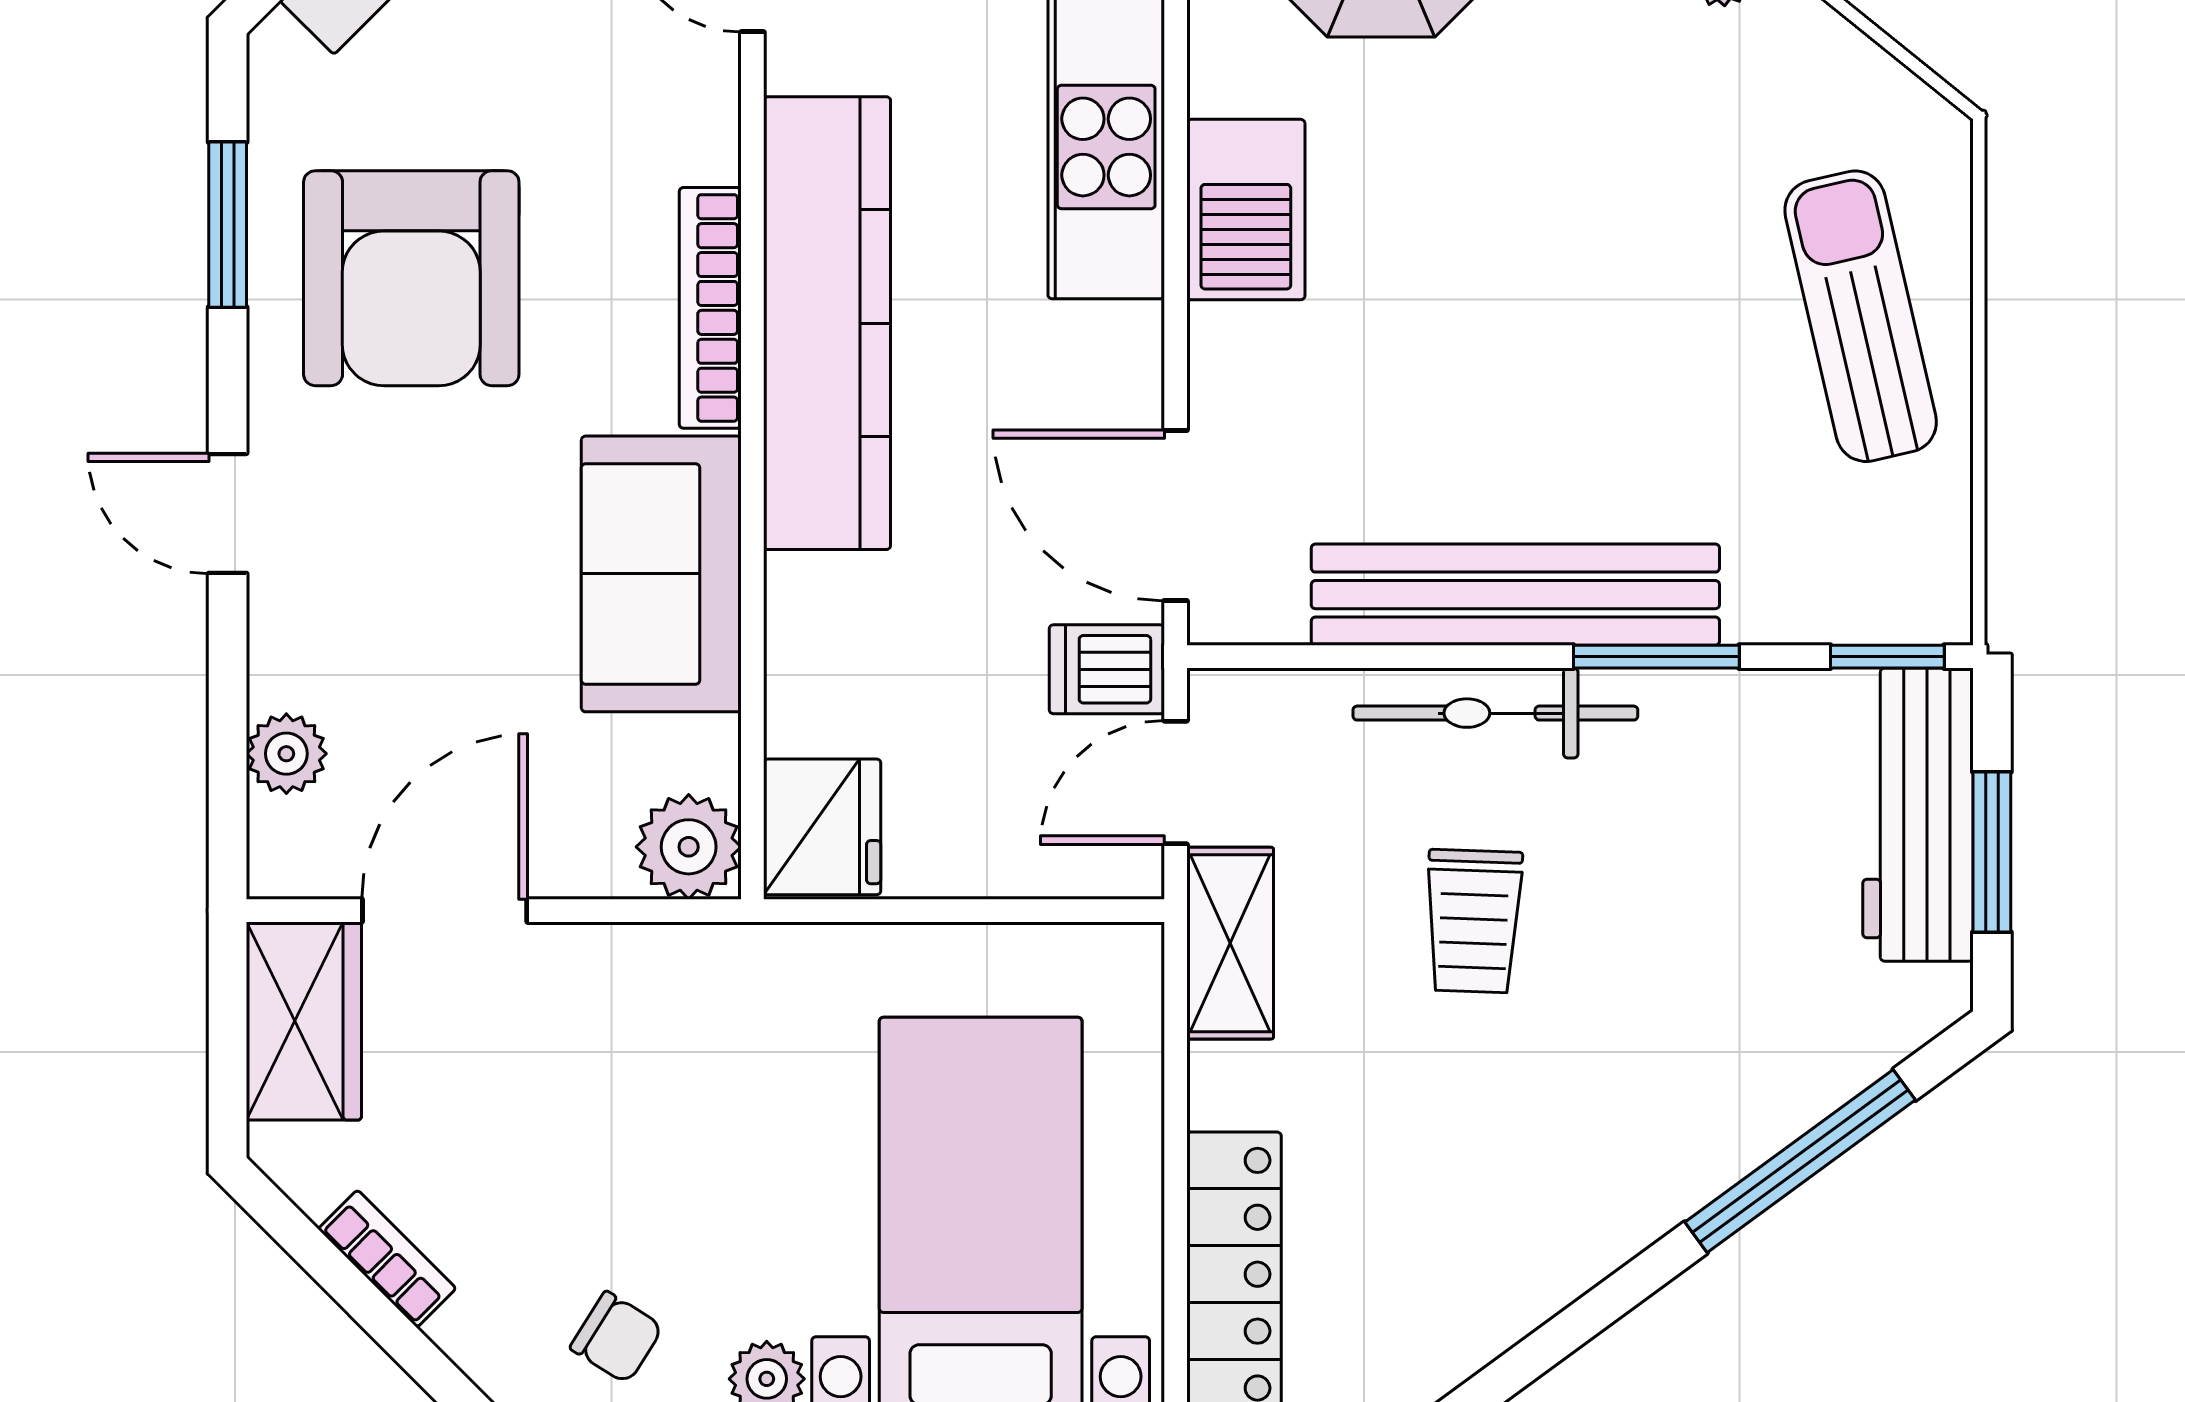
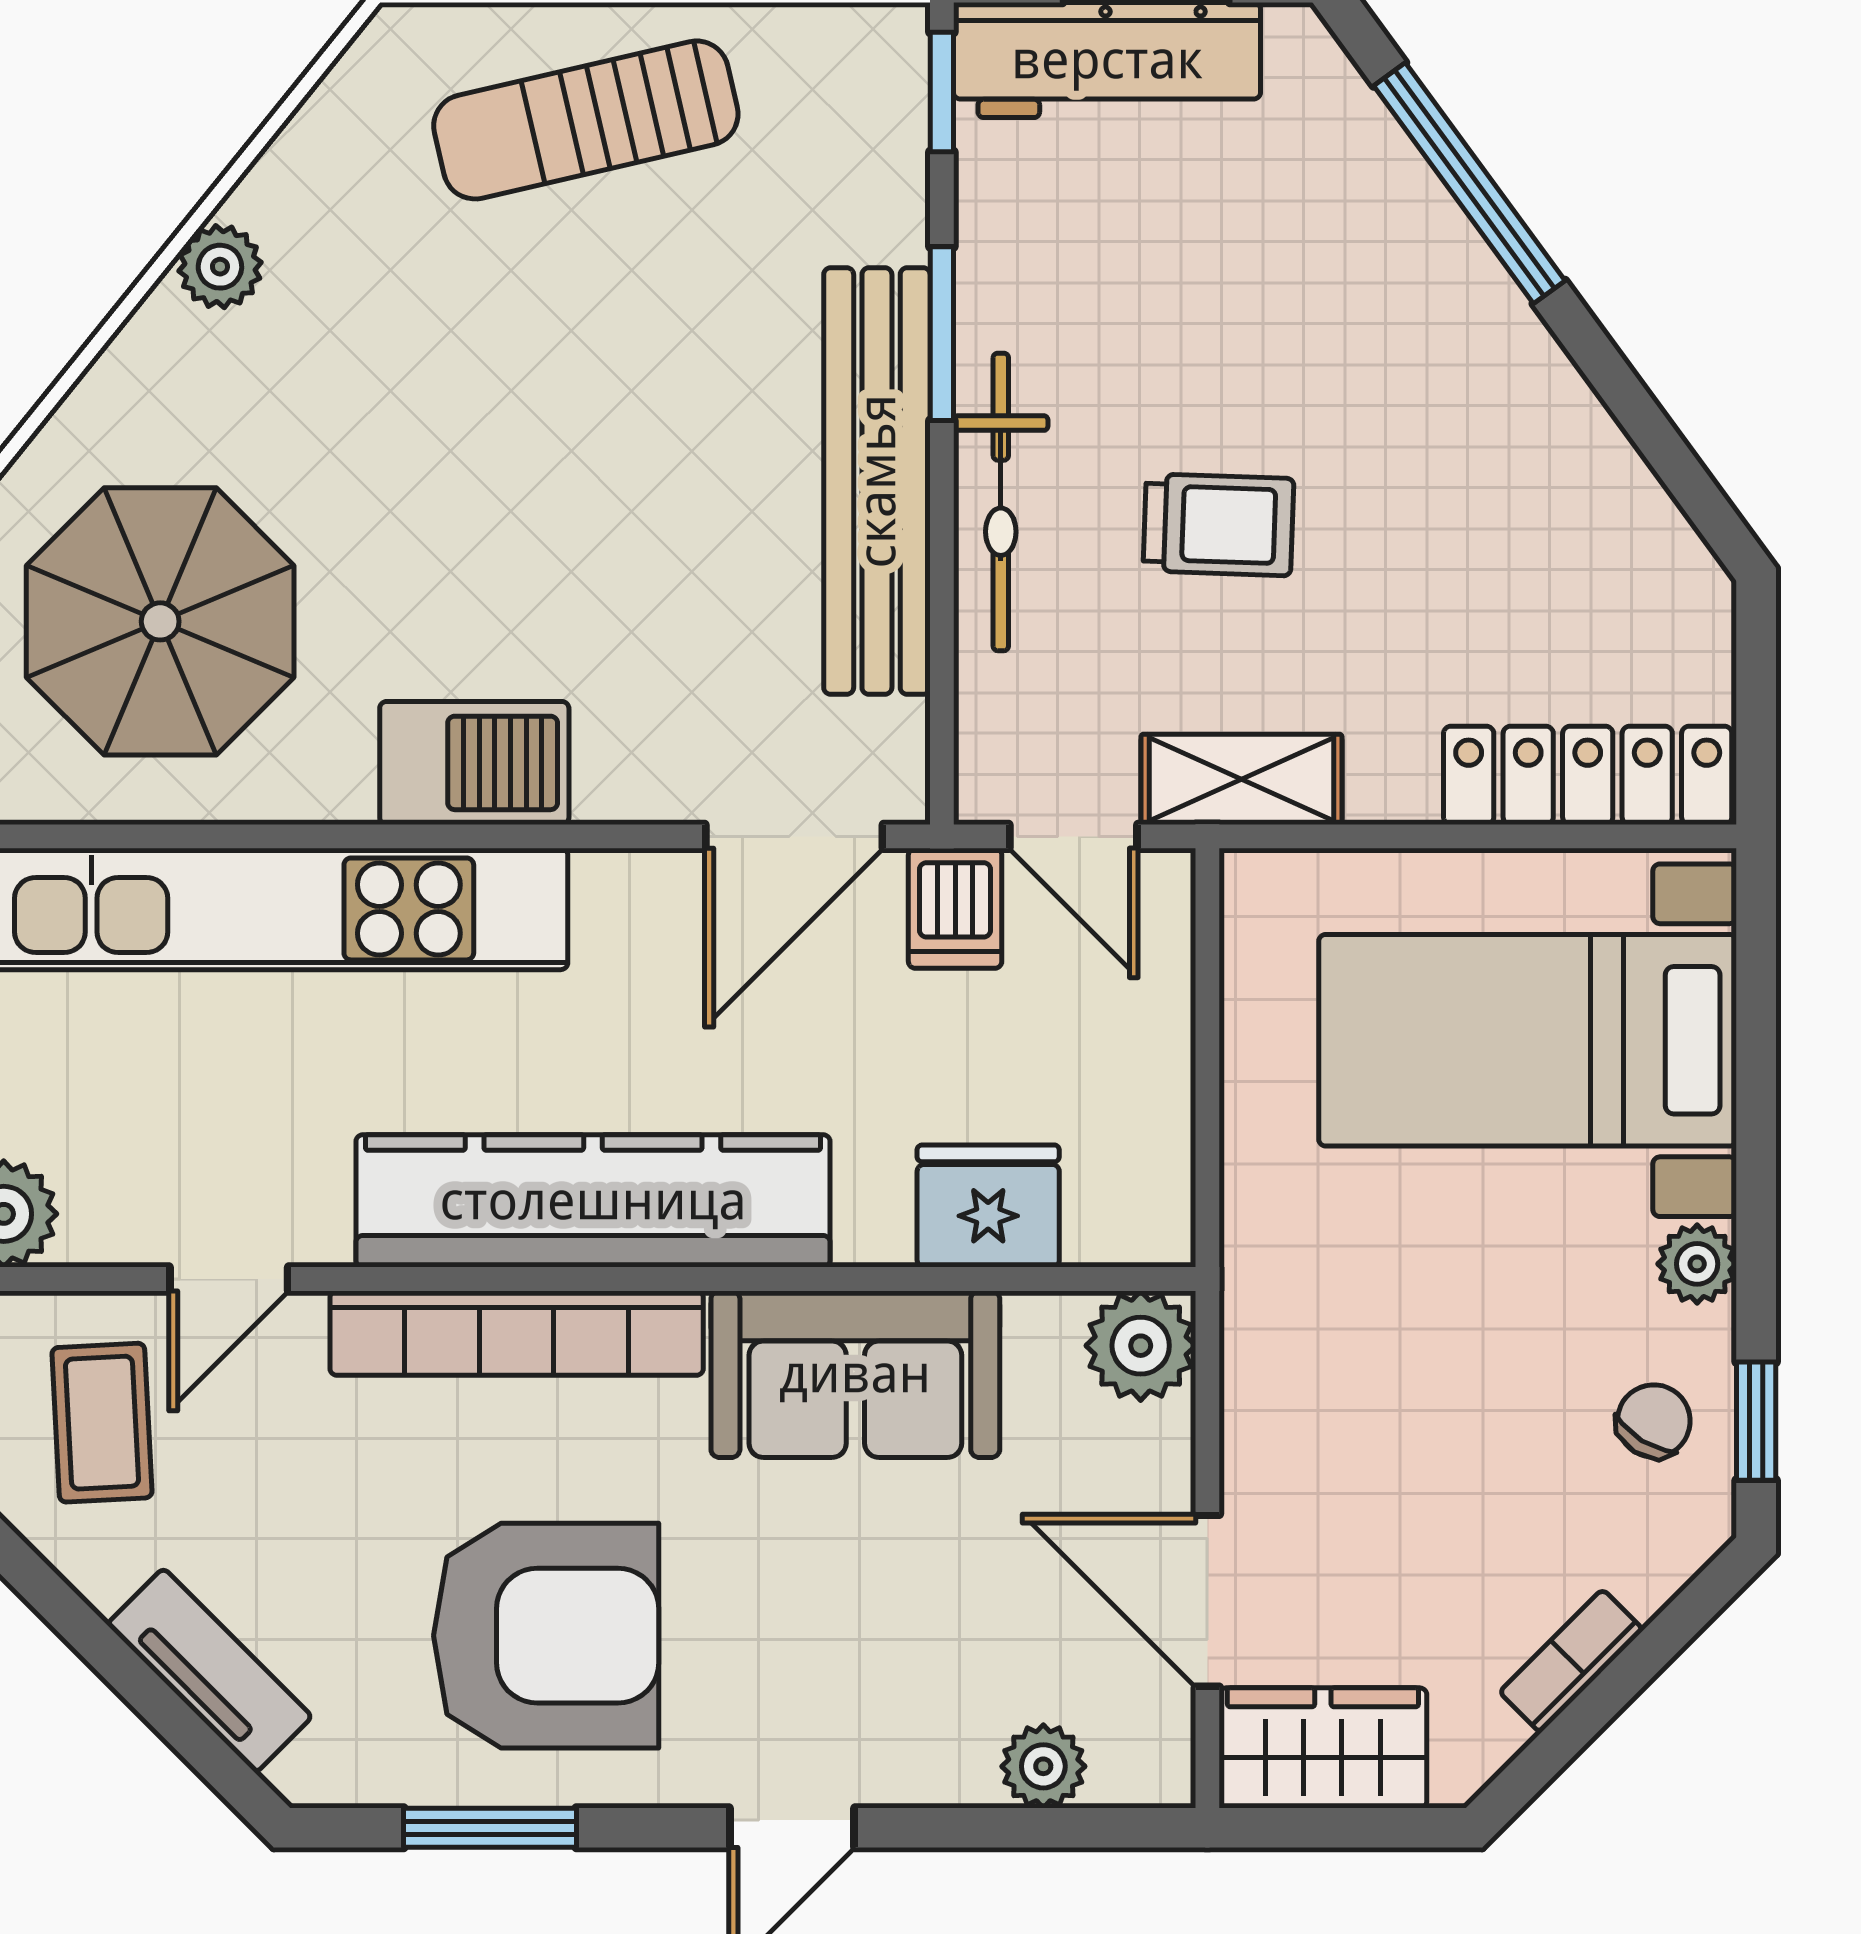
bookcase: (710, 308) -> (517, 1333), width x1.48, depth x1.31
fridge: (822, 827) -> (988, 1206), moved

